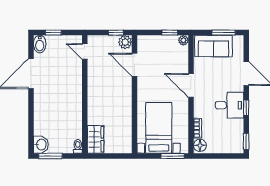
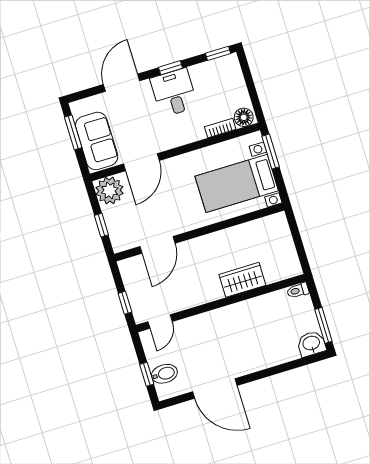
window: (116, 33) -> (125, 303), moved
window: (170, 33) -> (101, 225), moved
plant: (183, 40) -> (110, 191), width x1.87, depth x1.87
plant: (125, 42) -> (129, 268), removed
bidet: (40, 44) -> (164, 374), moved
door: (191, 85) -> (141, 162), moved
wardrobe: (96, 139) -> (242, 280), moved

